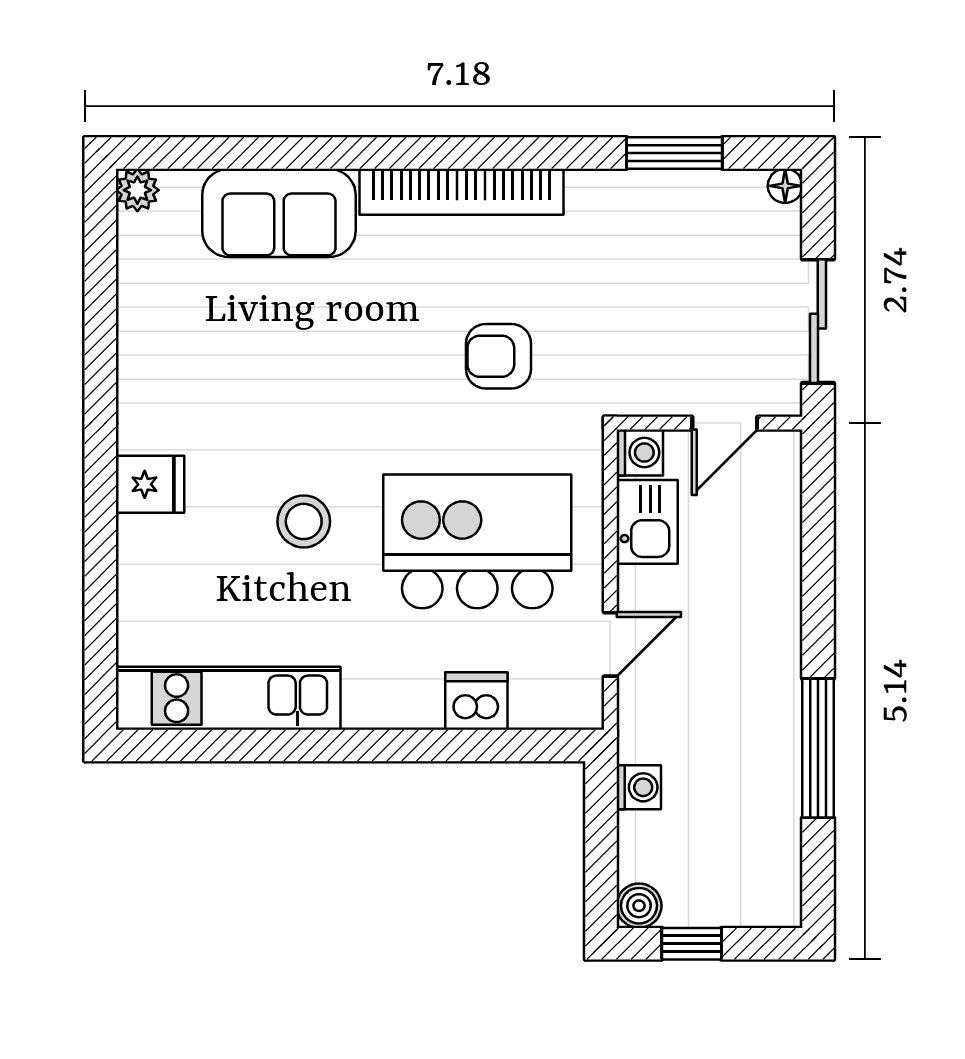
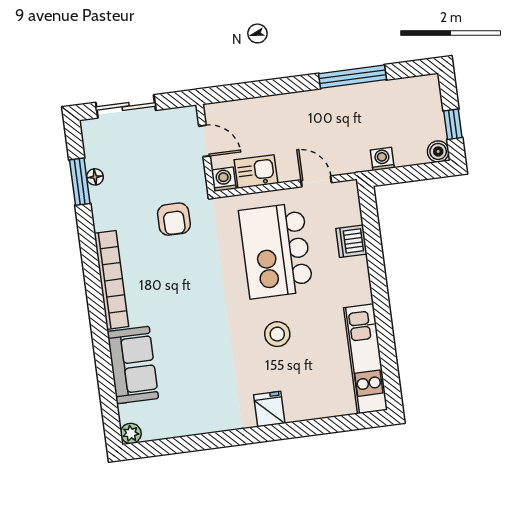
floor lamp: (785, 186) -> (95, 177), moved
sliding door: (818, 321) -> (126, 106), moved
armchair: (499, 356) -> (174, 219), moved

